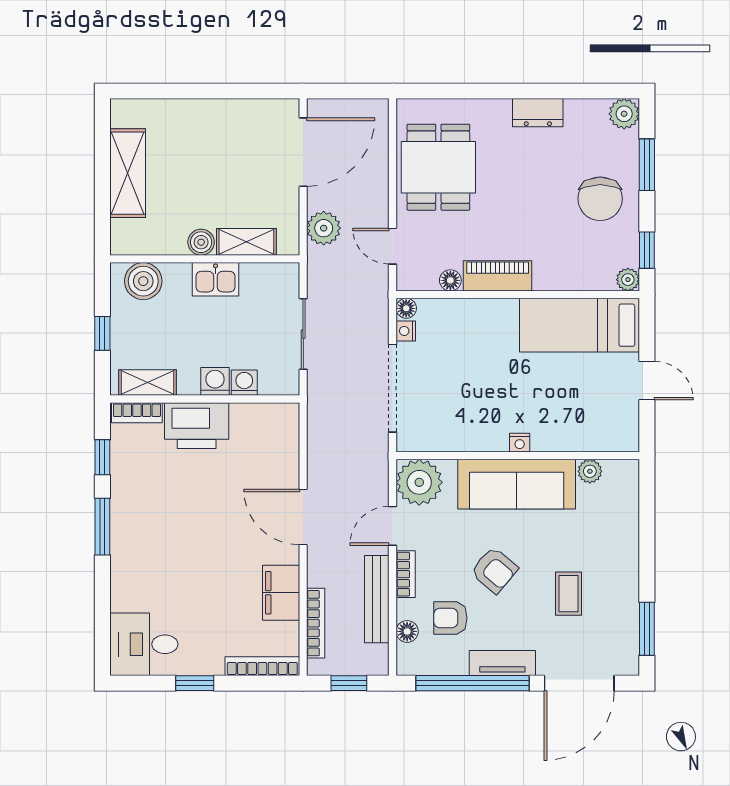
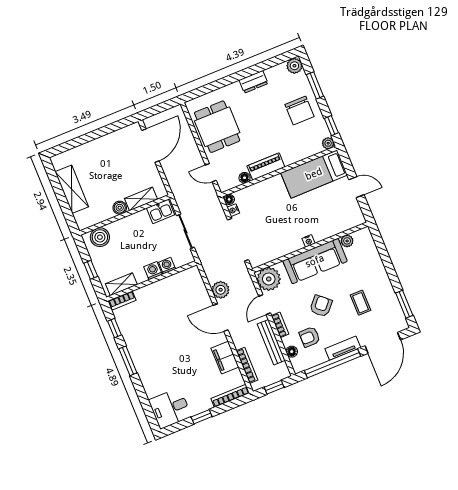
plant: (324, 228) -> (221, 290), moved
kitchen sink: (215, 279) -> (161, 211), moved
printer: (197, 426) -> (153, 295), removed
armchair: (494, 570) -> (321, 306), turned -89

